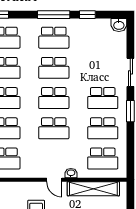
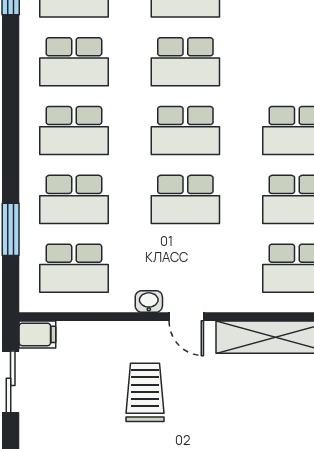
washbasin: (71, 173) -> (149, 301), moved

